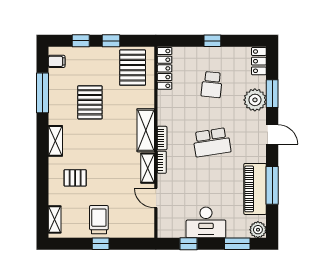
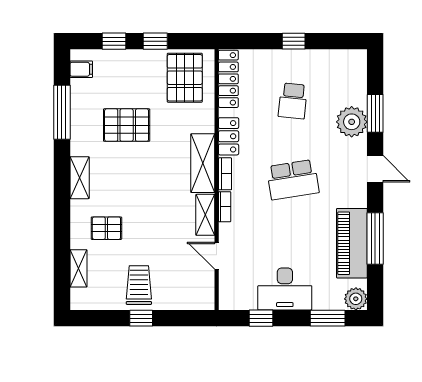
locker: (259, 61) -> (229, 136), moved, turned 180
pallet: (90, 102) -> (127, 125), turned 90
shelving: (55, 219) -> (78, 268), moved

